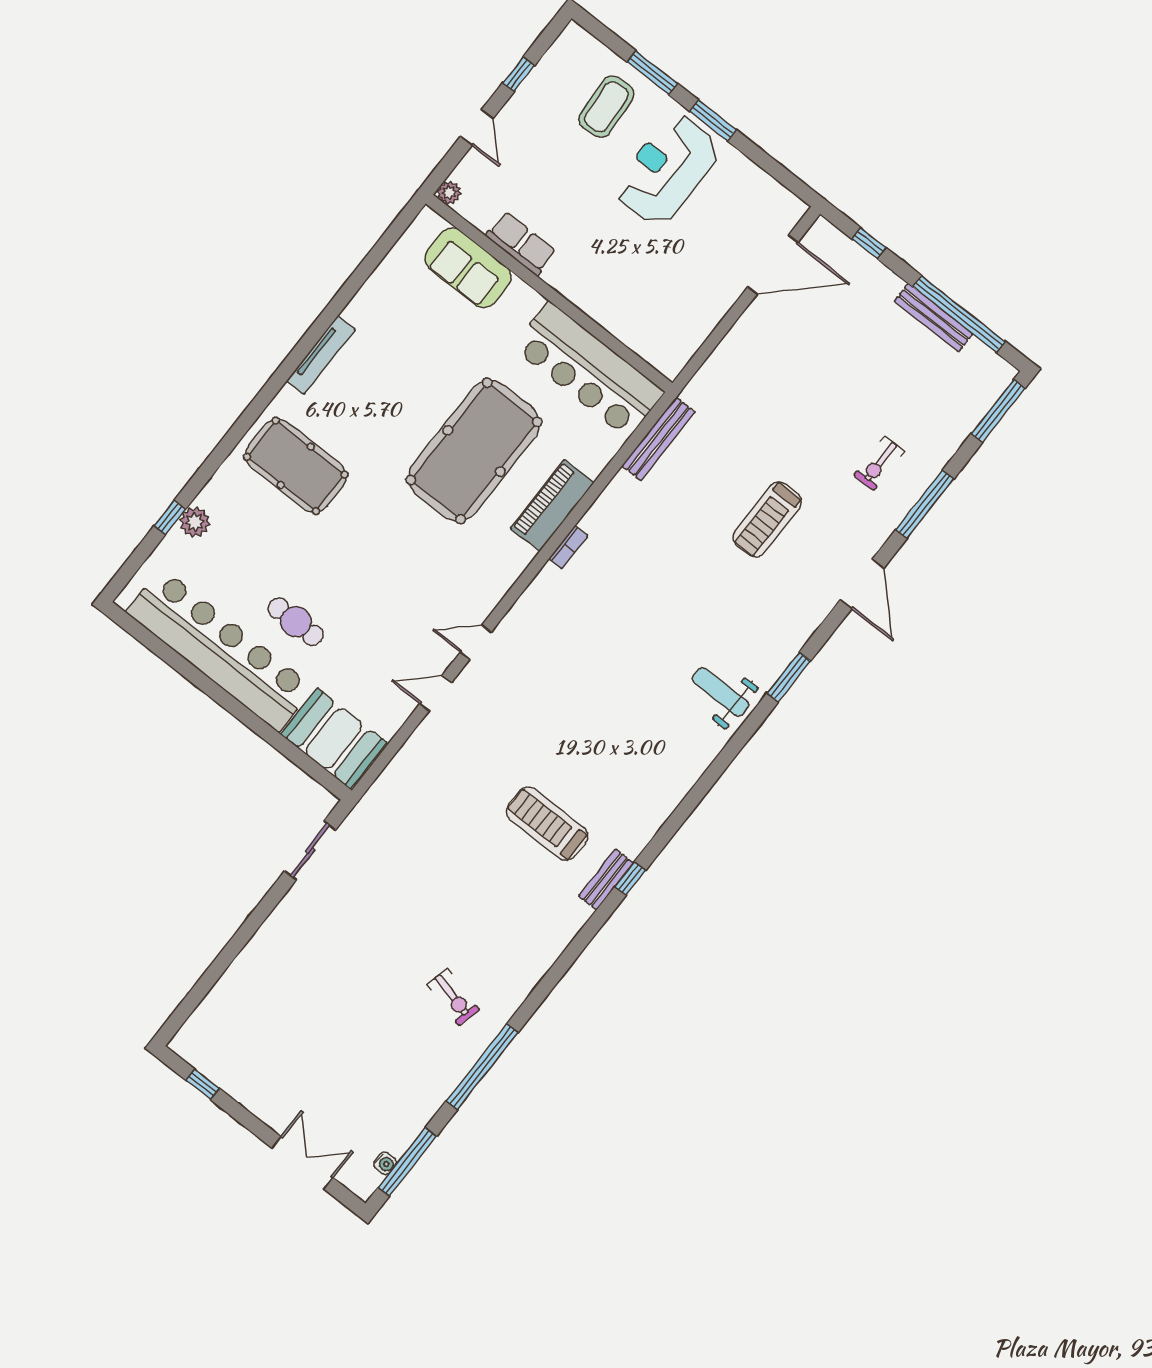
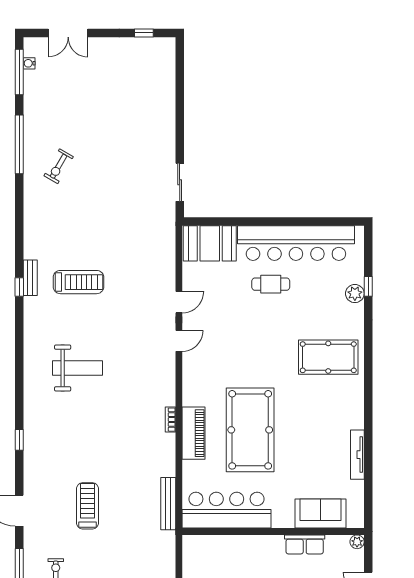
tv unit: (321, 355) -> (357, 455), moved
window: (789, 677) -> (19, 440), width x0.67
weight bench: (720, 692) -> (78, 368), moved, width x1.36, depth x1.33
exercise bike: (453, 997) -> (59, 166), turned -74

